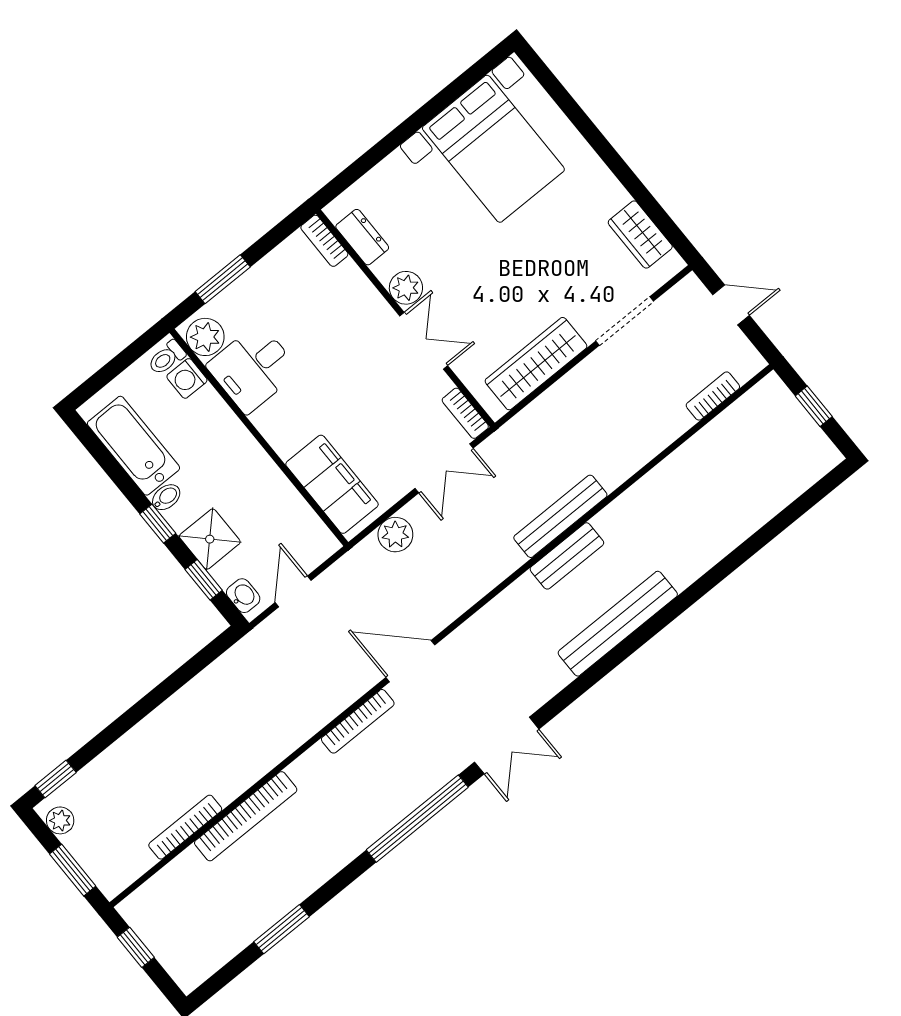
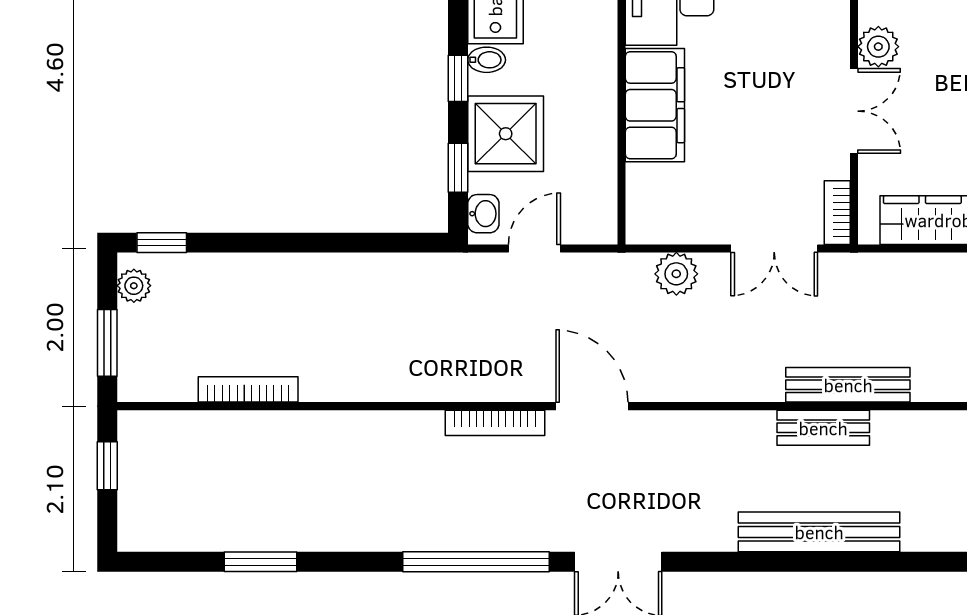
filing cabinet: (332, 484) -> (655, 105), moved
shower: (210, 539) -> (506, 134), width x1.36, depth x1.36
bookcase: (246, 816) -> (314, 426), removed

